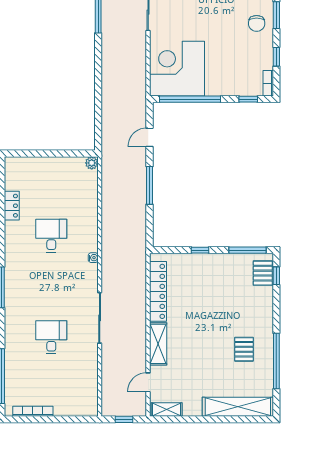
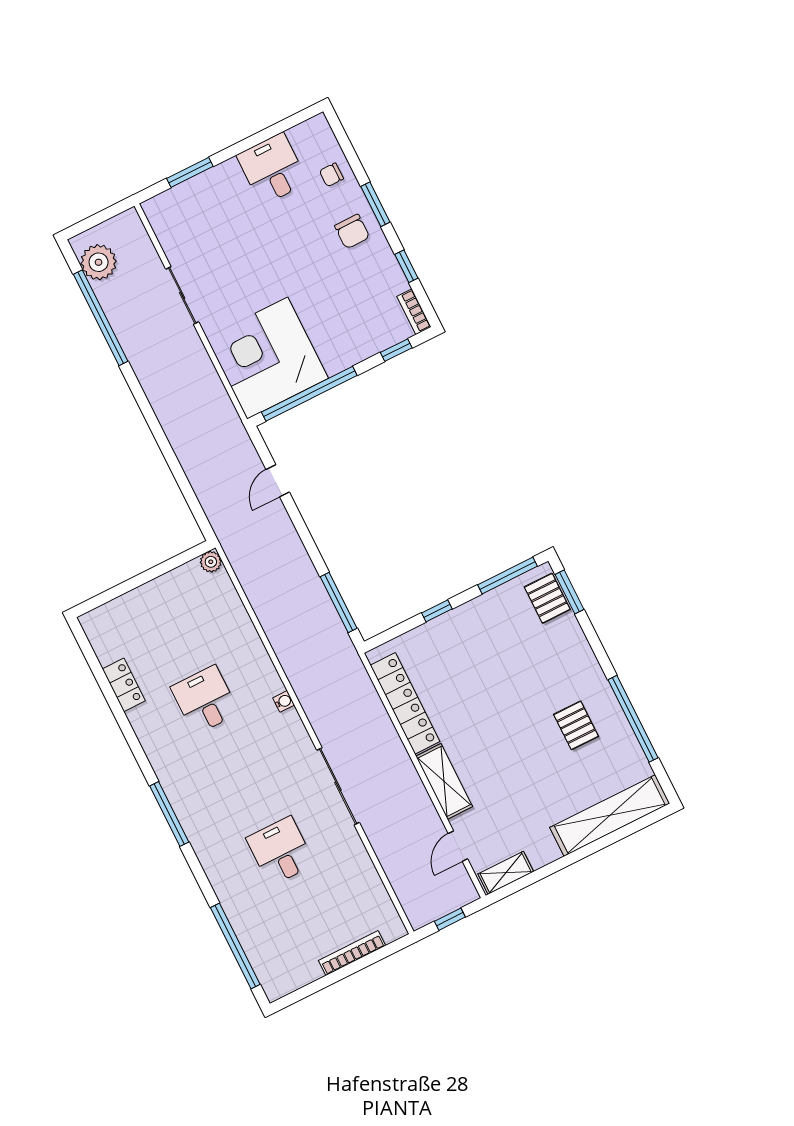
window: (150, 185) -> (339, 602), moved
window: (276, 276) -> (569, 592), width x1.50
bookcase: (33, 411) -> (352, 953), moved

